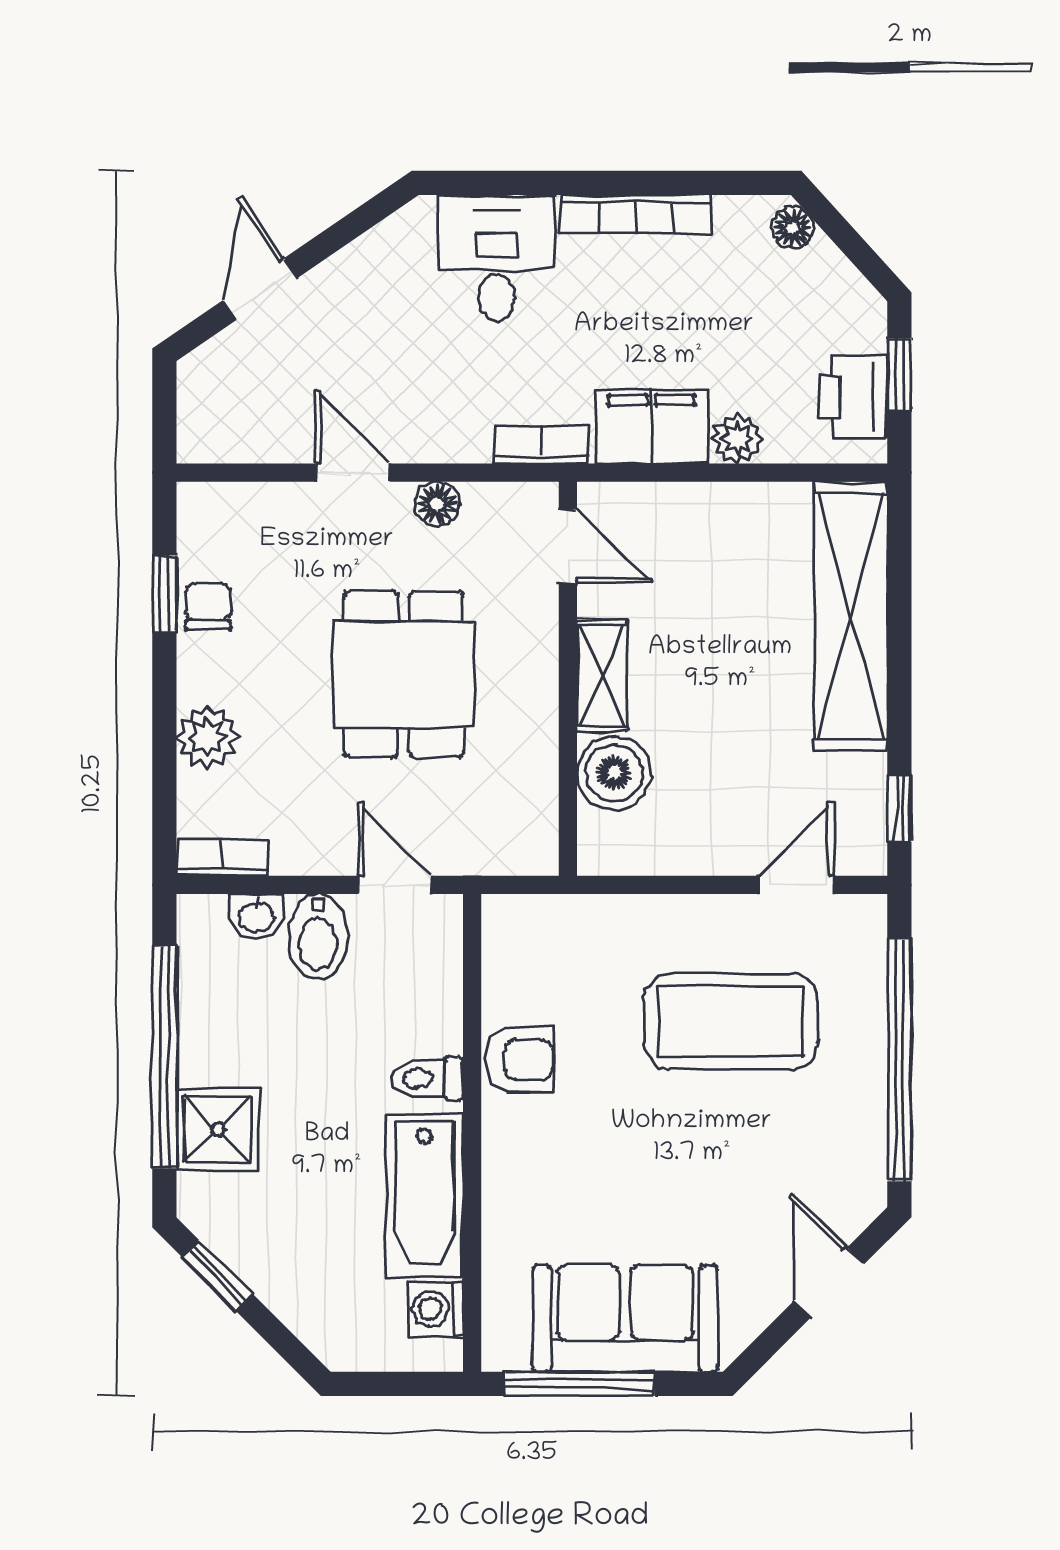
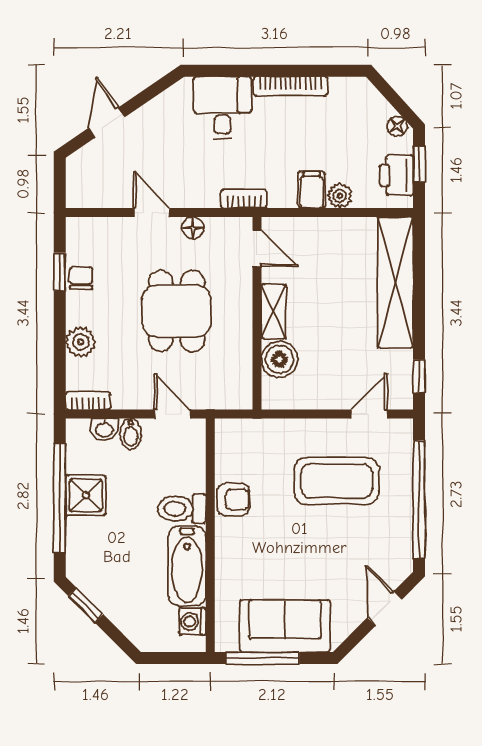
floor lamp: (793, 228) -> (397, 126), moved
filing cabinet: (651, 426) -> (312, 190), width x0.50
bidet: (318, 937) -> (131, 434), width x0.72, depth x0.74
toilet: (428, 1078) -> (182, 509), width x1.37, depth x1.39
shower: (218, 1129) -> (86, 495), moved

